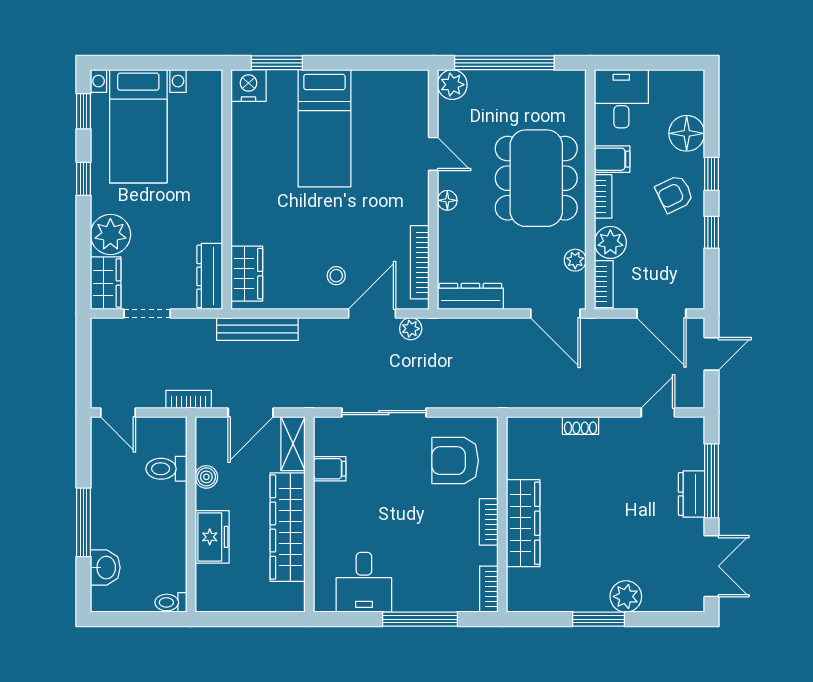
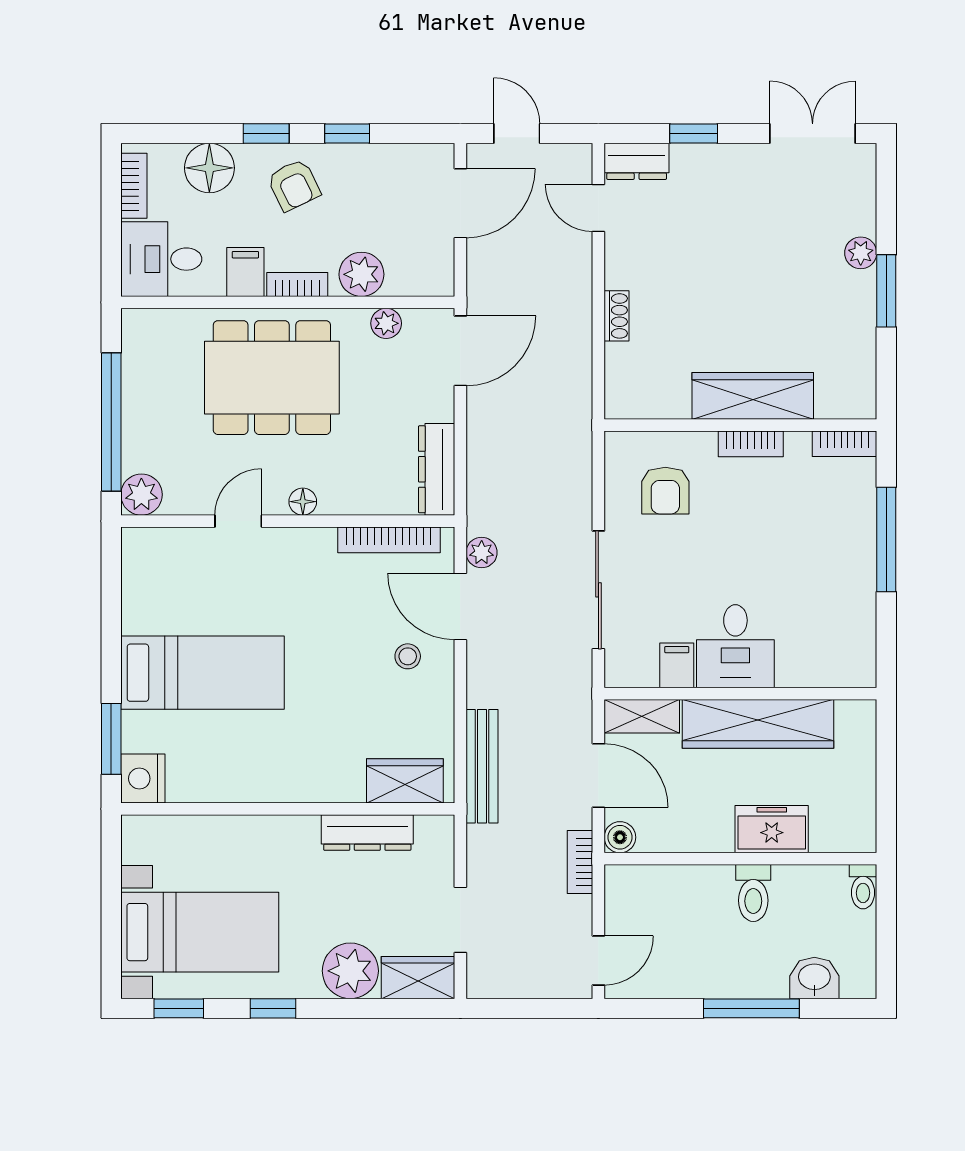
dresser: (210, 276) -> (367, 833), moved
bookcase: (604, 284) -> (134, 186), moved, turned 90
armchair: (455, 461) -> (665, 491), width x0.72, depth x0.72
toilet: (166, 469) -> (753, 893), moved
boiler: (206, 477) -> (620, 837), moved
window: (711, 481) -> (694, 134), width x0.46
dresser: (691, 494) -> (637, 161), moved
desk: (364, 582) -> (735, 646), moved, turned 90
plant: (626, 596) -> (861, 253), width x0.73, depth x0.73

